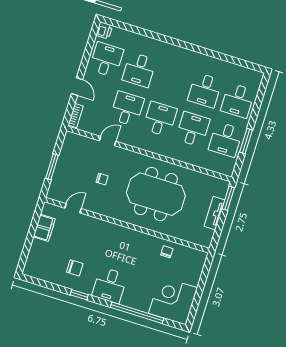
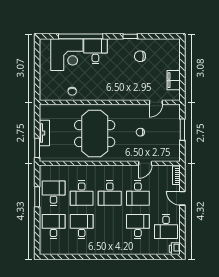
meeting table: (156, 194) -> (95, 134), turned 90
desk: (110, 285) -> (95, 51), moved
corner desk: (173, 301) -> (67, 55), moved

